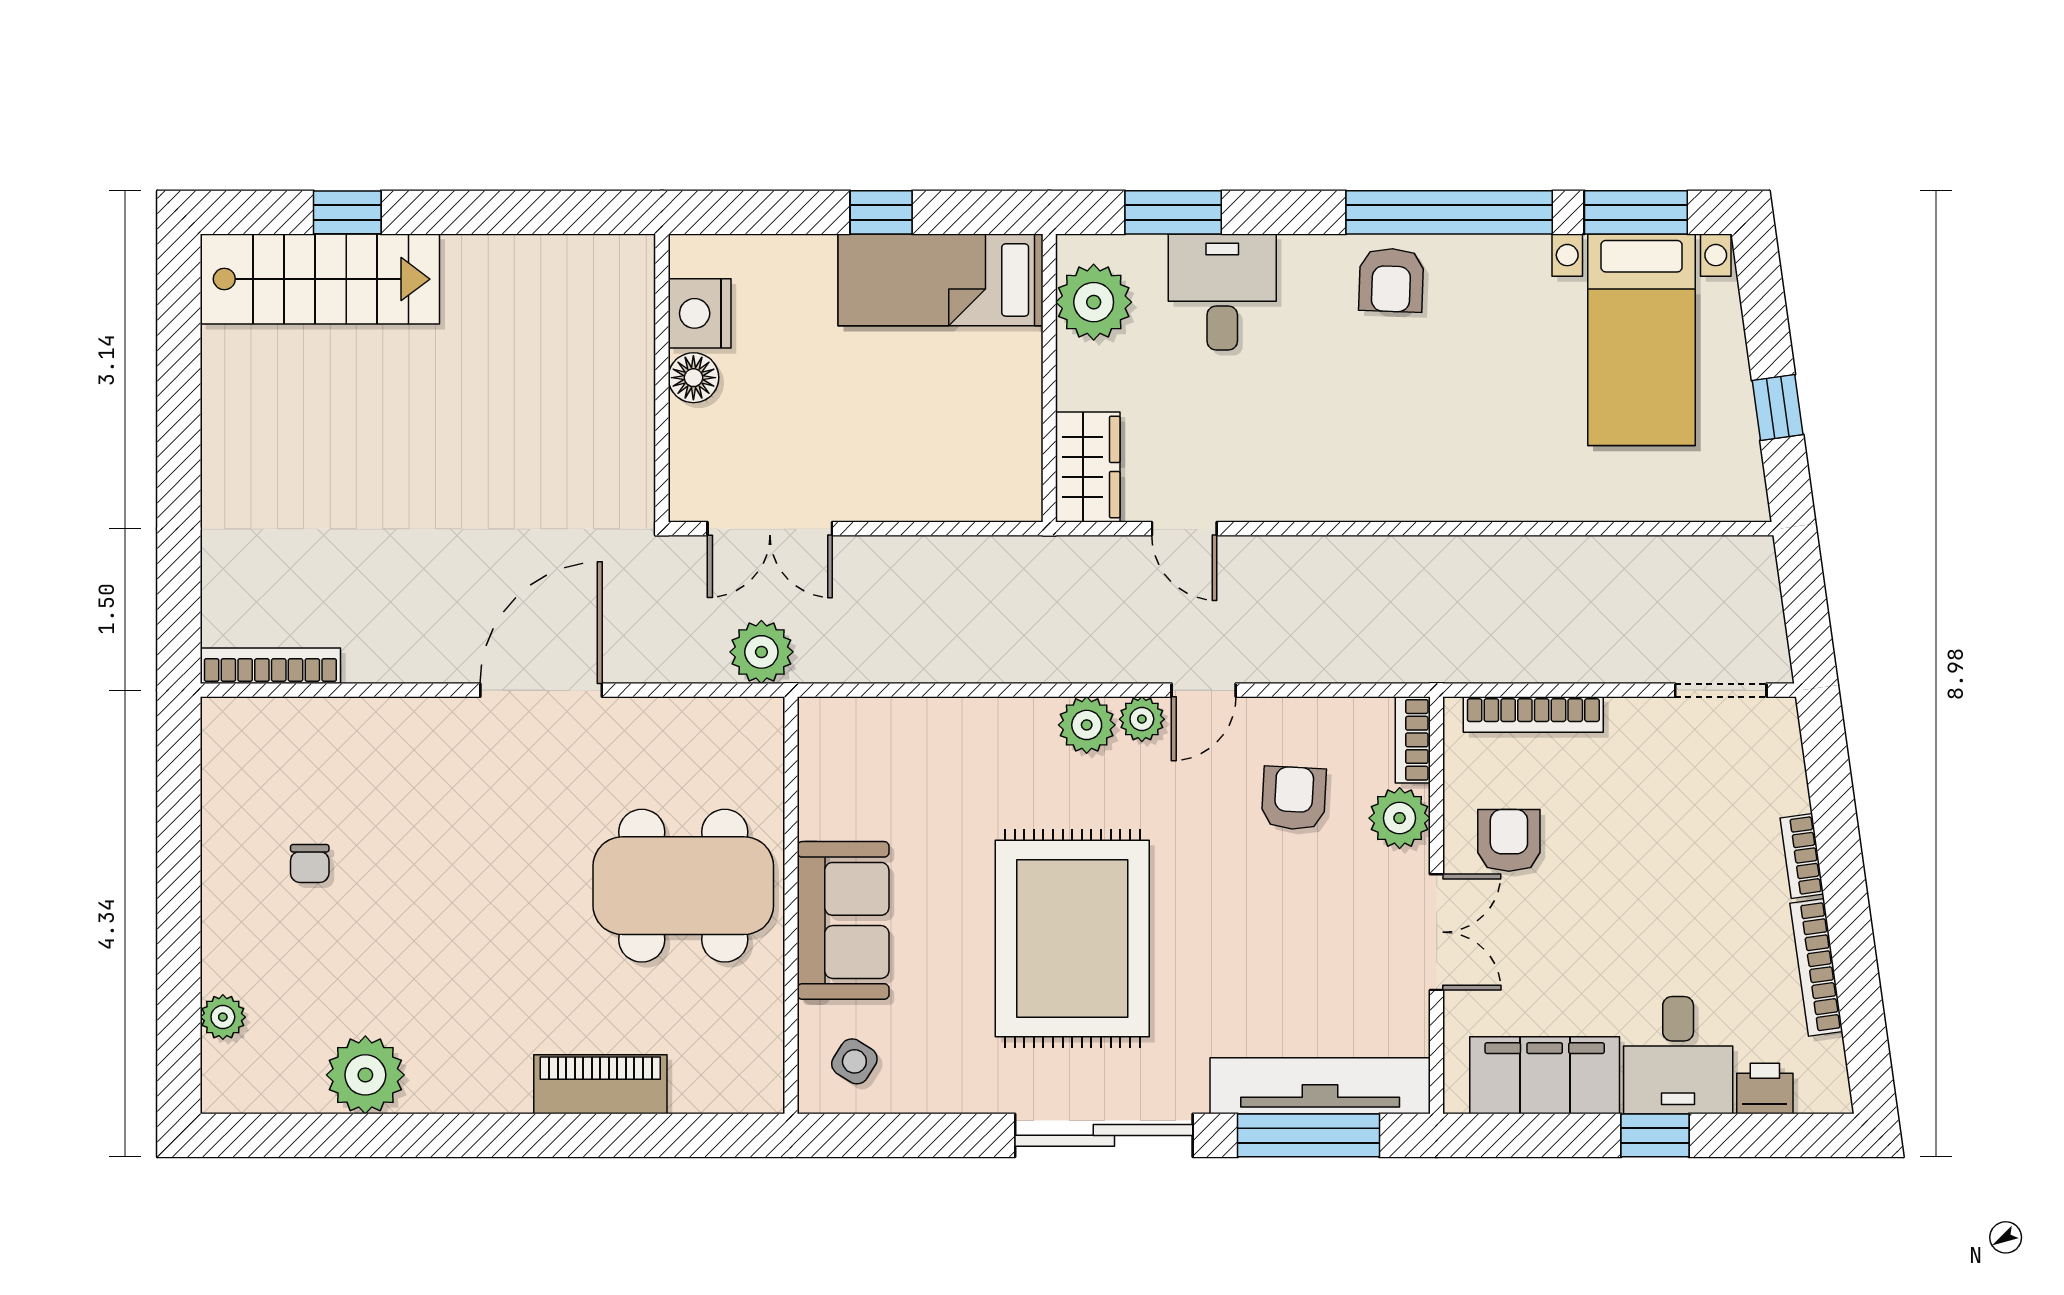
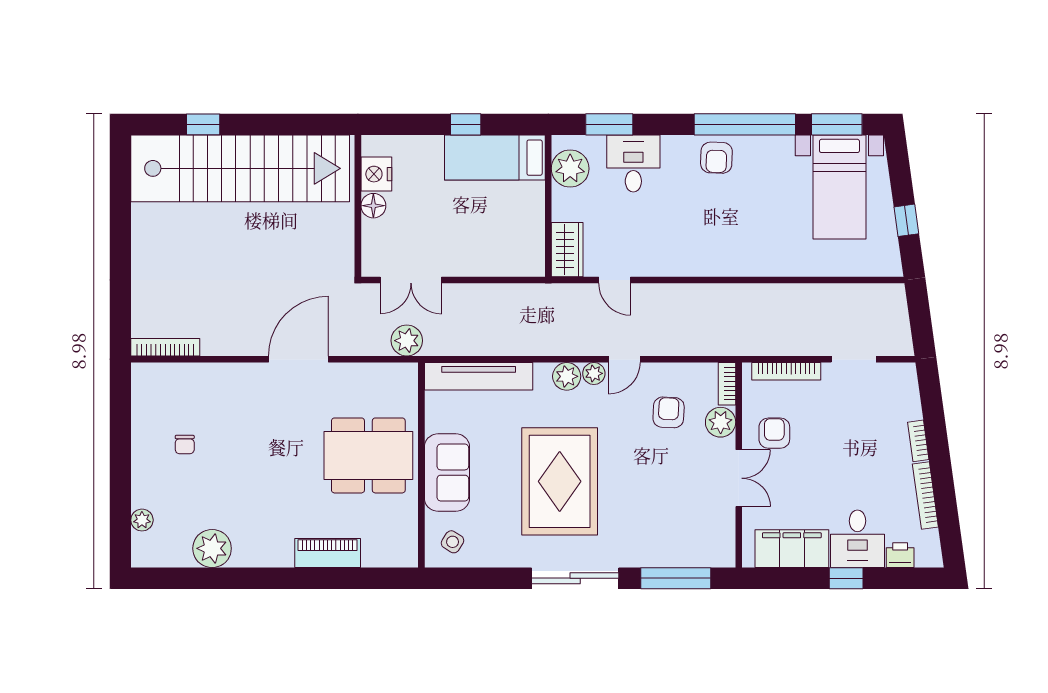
stairs: (320, 279) -> (240, 168), width x1.86, depth x1.51
doorway: (1721, 690) -> (854, 359), moved
tv unit: (1320, 1086) -> (479, 376), moved, turned 180

